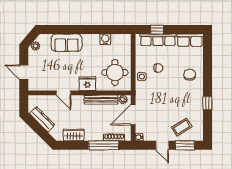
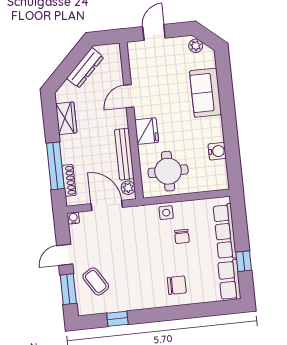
window: (157, 30) -> (244, 261), moved
window: (207, 103) -> (117, 319), moved

